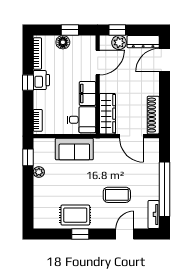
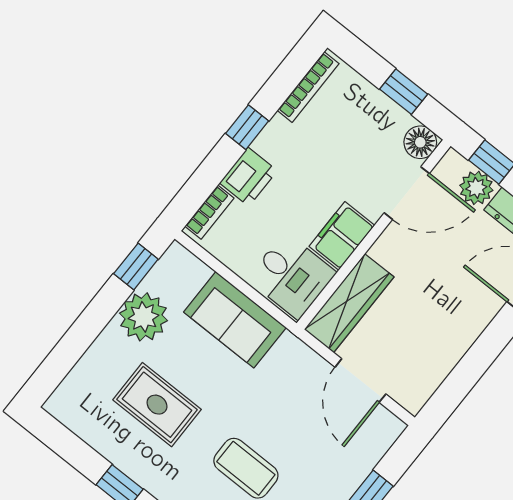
floor lamp: (63, 42) -> (420, 142), moved
printer: (41, 80) -> (248, 177), moved
shoe rack: (153, 115) -> (432, 374), removed
plant: (39, 172) -> (144, 317), width x1.87, depth x1.87
rug: (75, 215) -> (157, 405), moved

